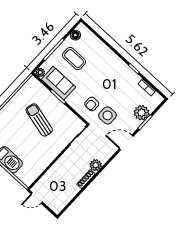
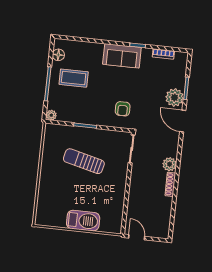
sofa: (58, 83) -> (122, 56), moved, turned 180
plant: (142, 113) -> (175, 98), moved
side table: (107, 115) -> (146, 109), removed
door: (126, 142) -> (183, 121), hinge flipped
door: (37, 198) -> (137, 237), swing flipped

